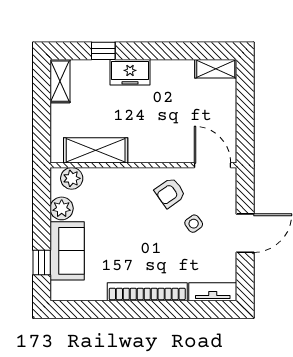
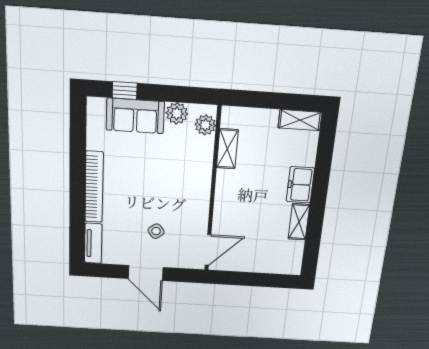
window: (103, 51) -> (323, 162), removed
shelving: (216, 69) -> (299, 222), moved
shelving: (96, 150) -> (227, 149), width x0.67, depth x0.75
armchair: (170, 193) -> (186, 213), removed

